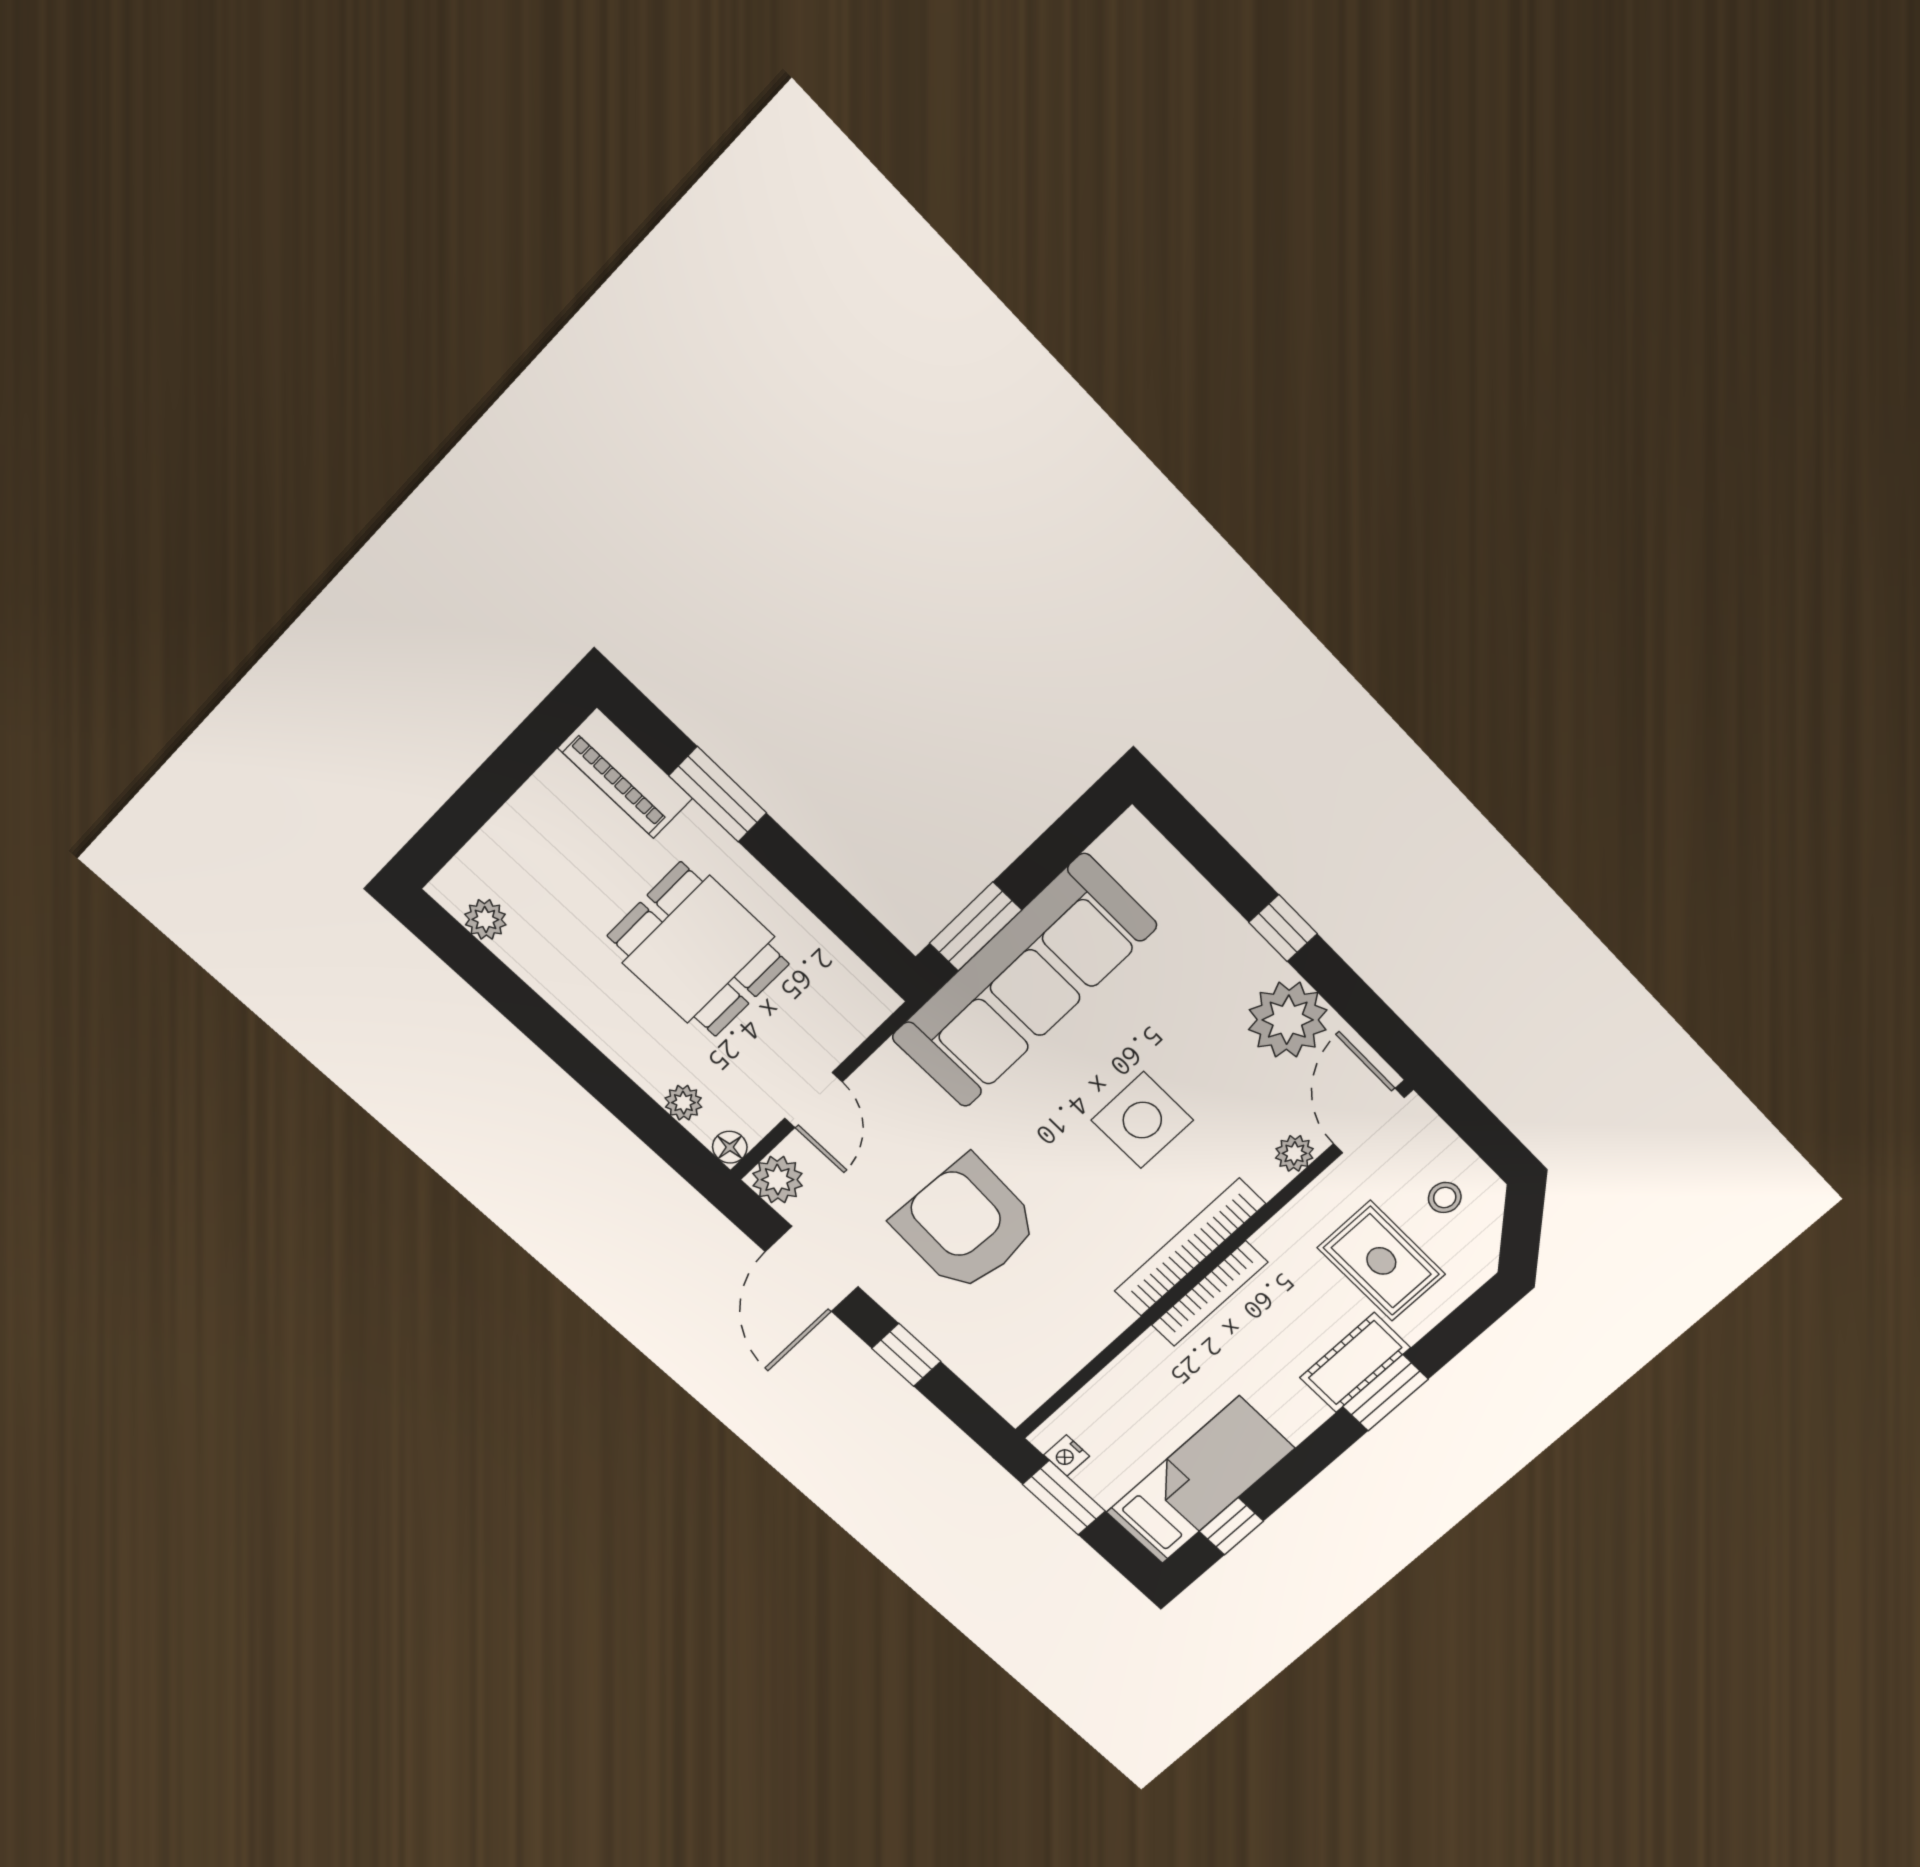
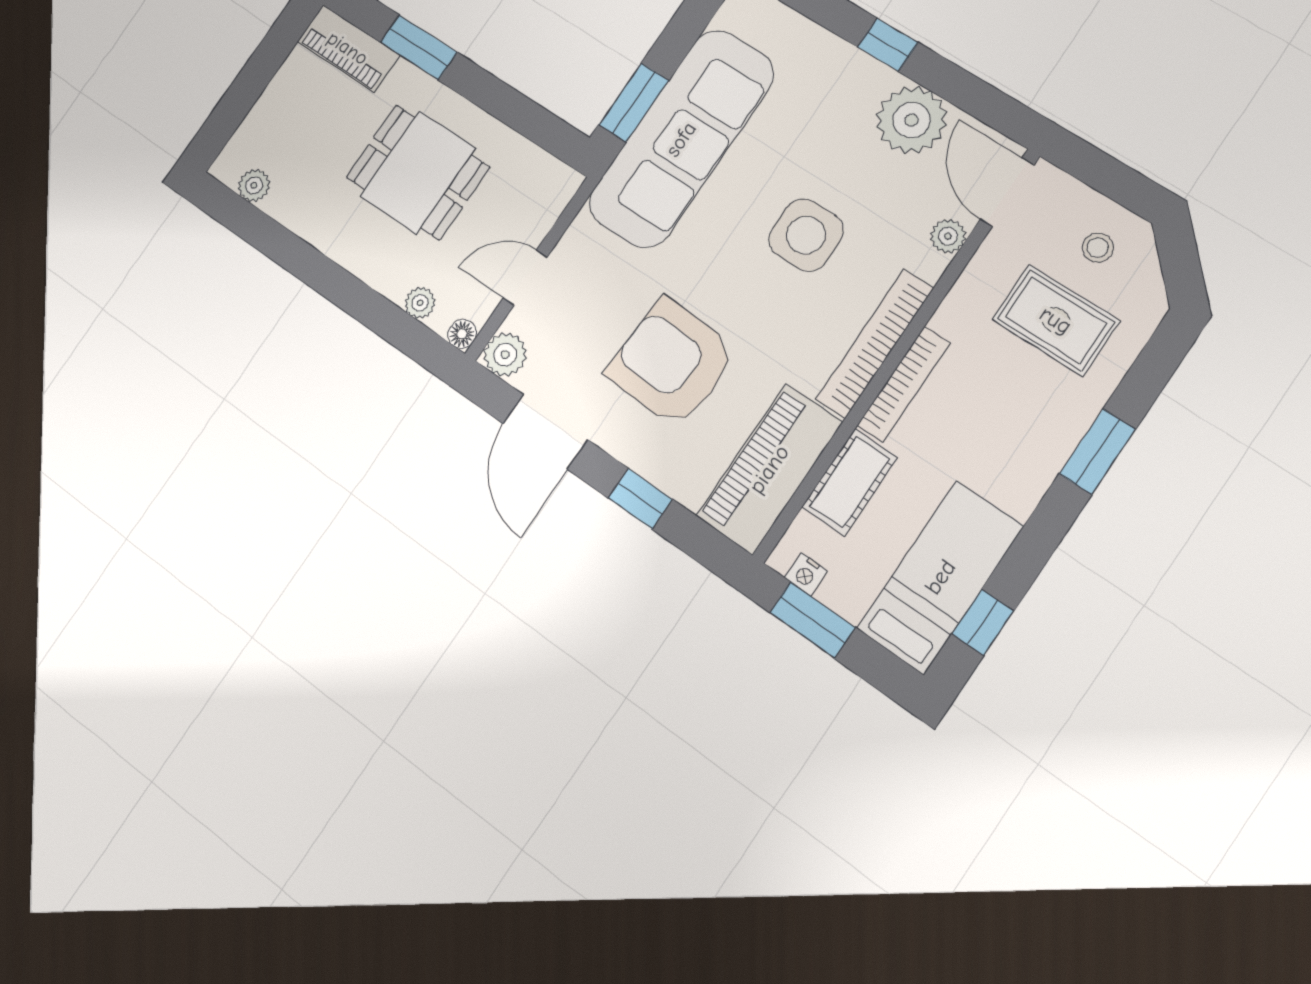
door: (813, 1100) -> (525, 278), swing flipped
piano: (1050, 1350) -> (769, 469), added
cot: (1355, 1363) -> (850, 482), moved

